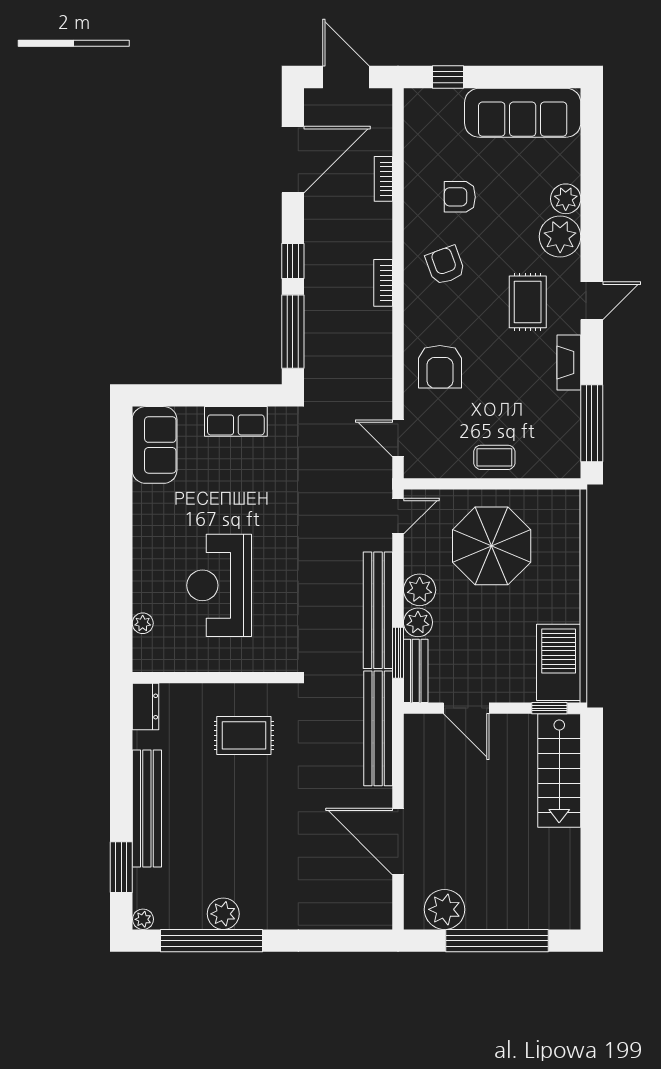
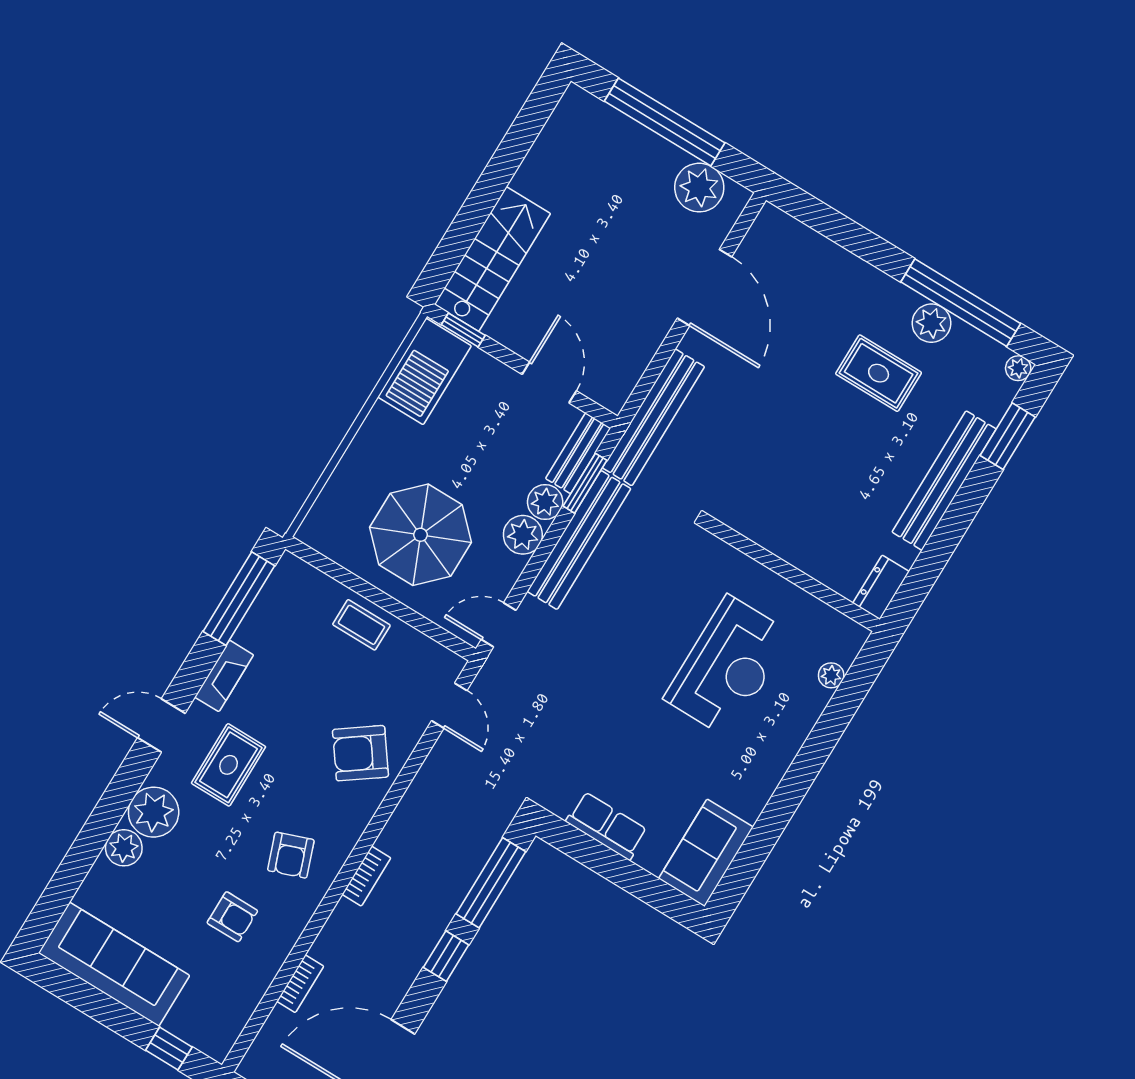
armchair: (440, 367) -> (360, 753), turned -126
rug: (244, 735) -> (879, 373), moved

